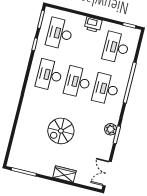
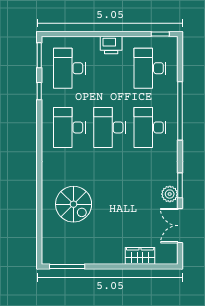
plant: (111, 129) -> (170, 194), moved
spiral stairs: (61, 131) -> (74, 204), moved, turned -90
wardrobe: (64, 174) -> (140, 256), moved
double door: (107, 174) -> (180, 226), moved

